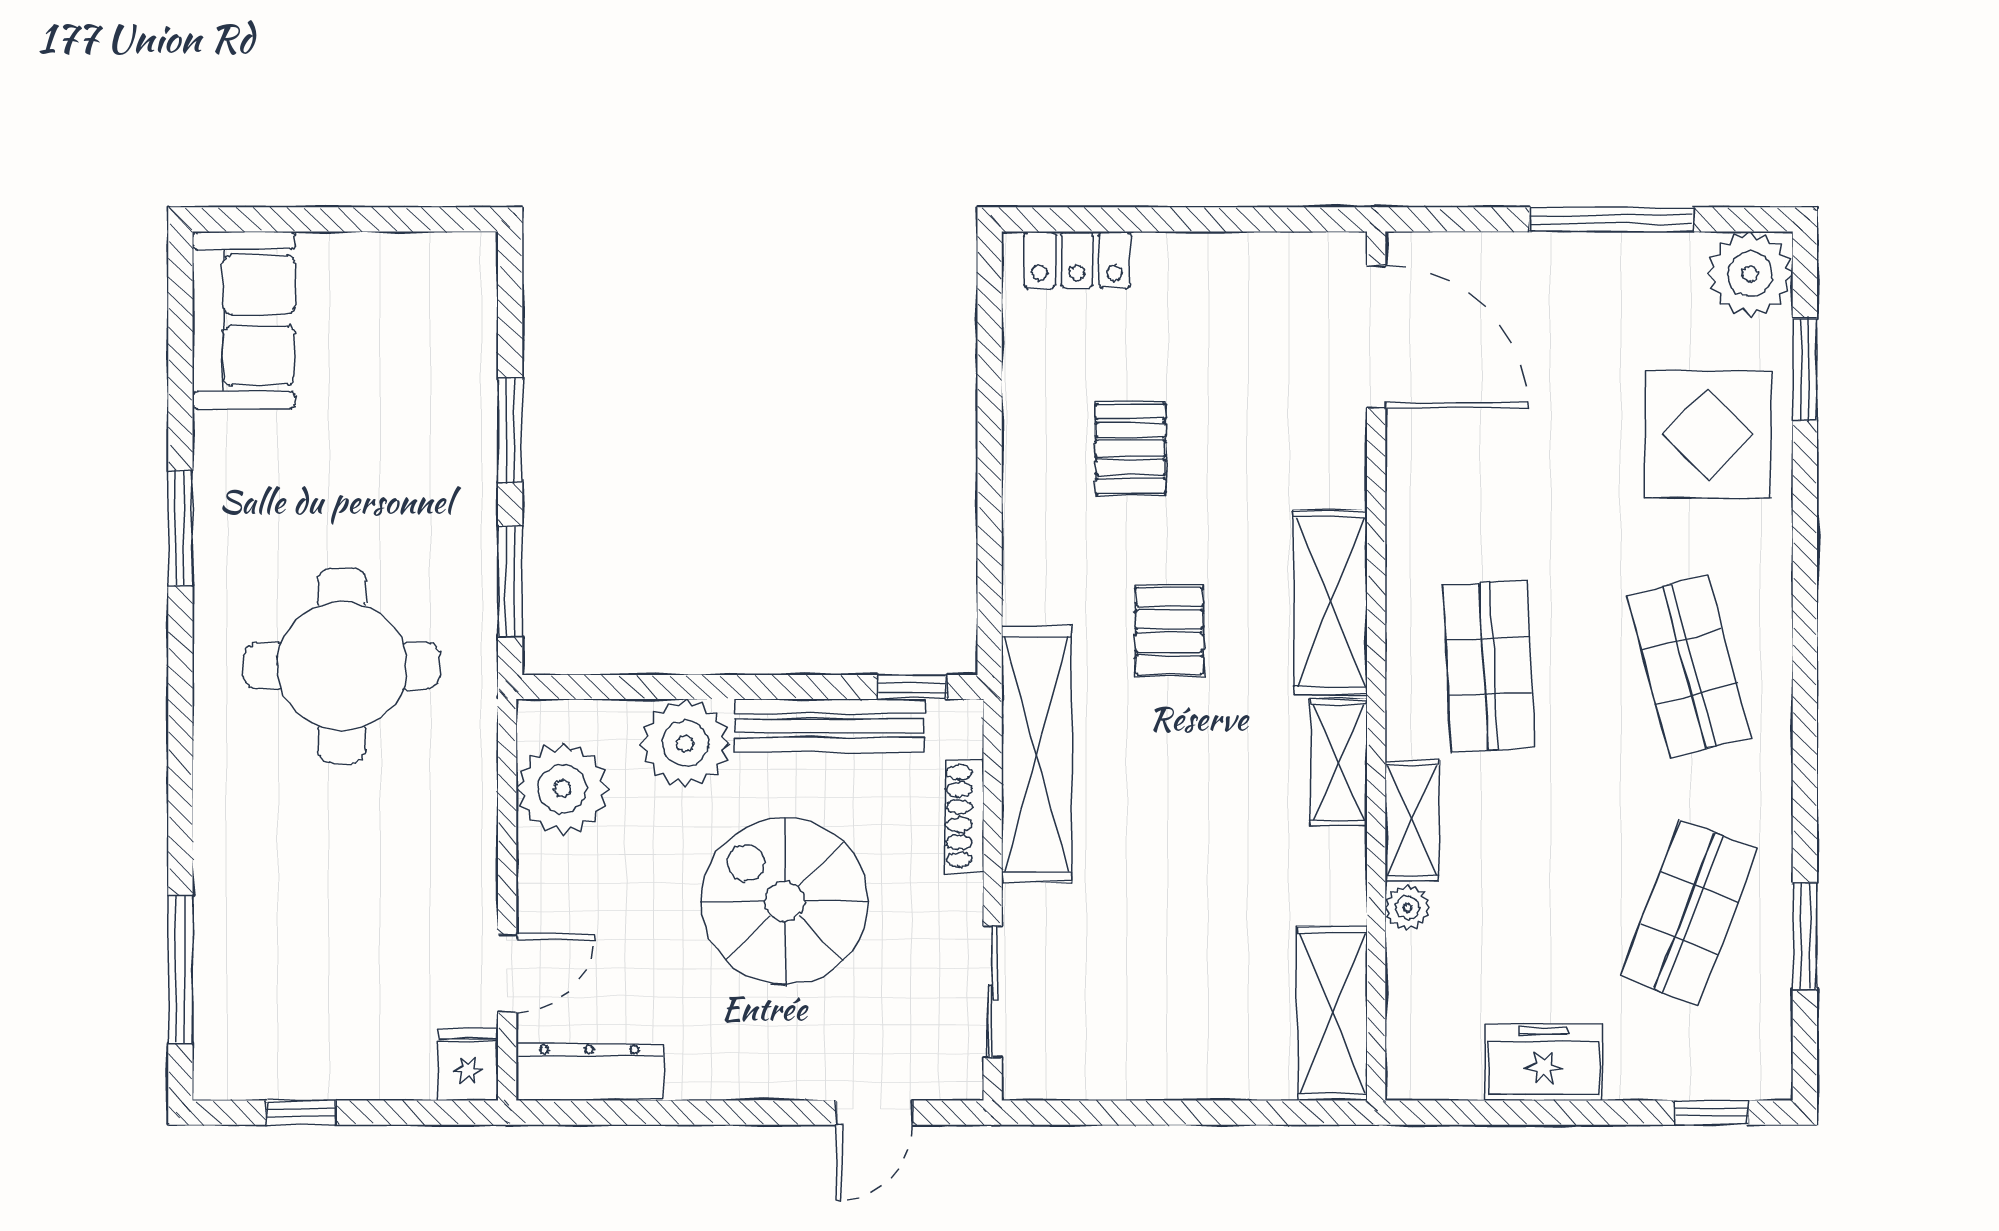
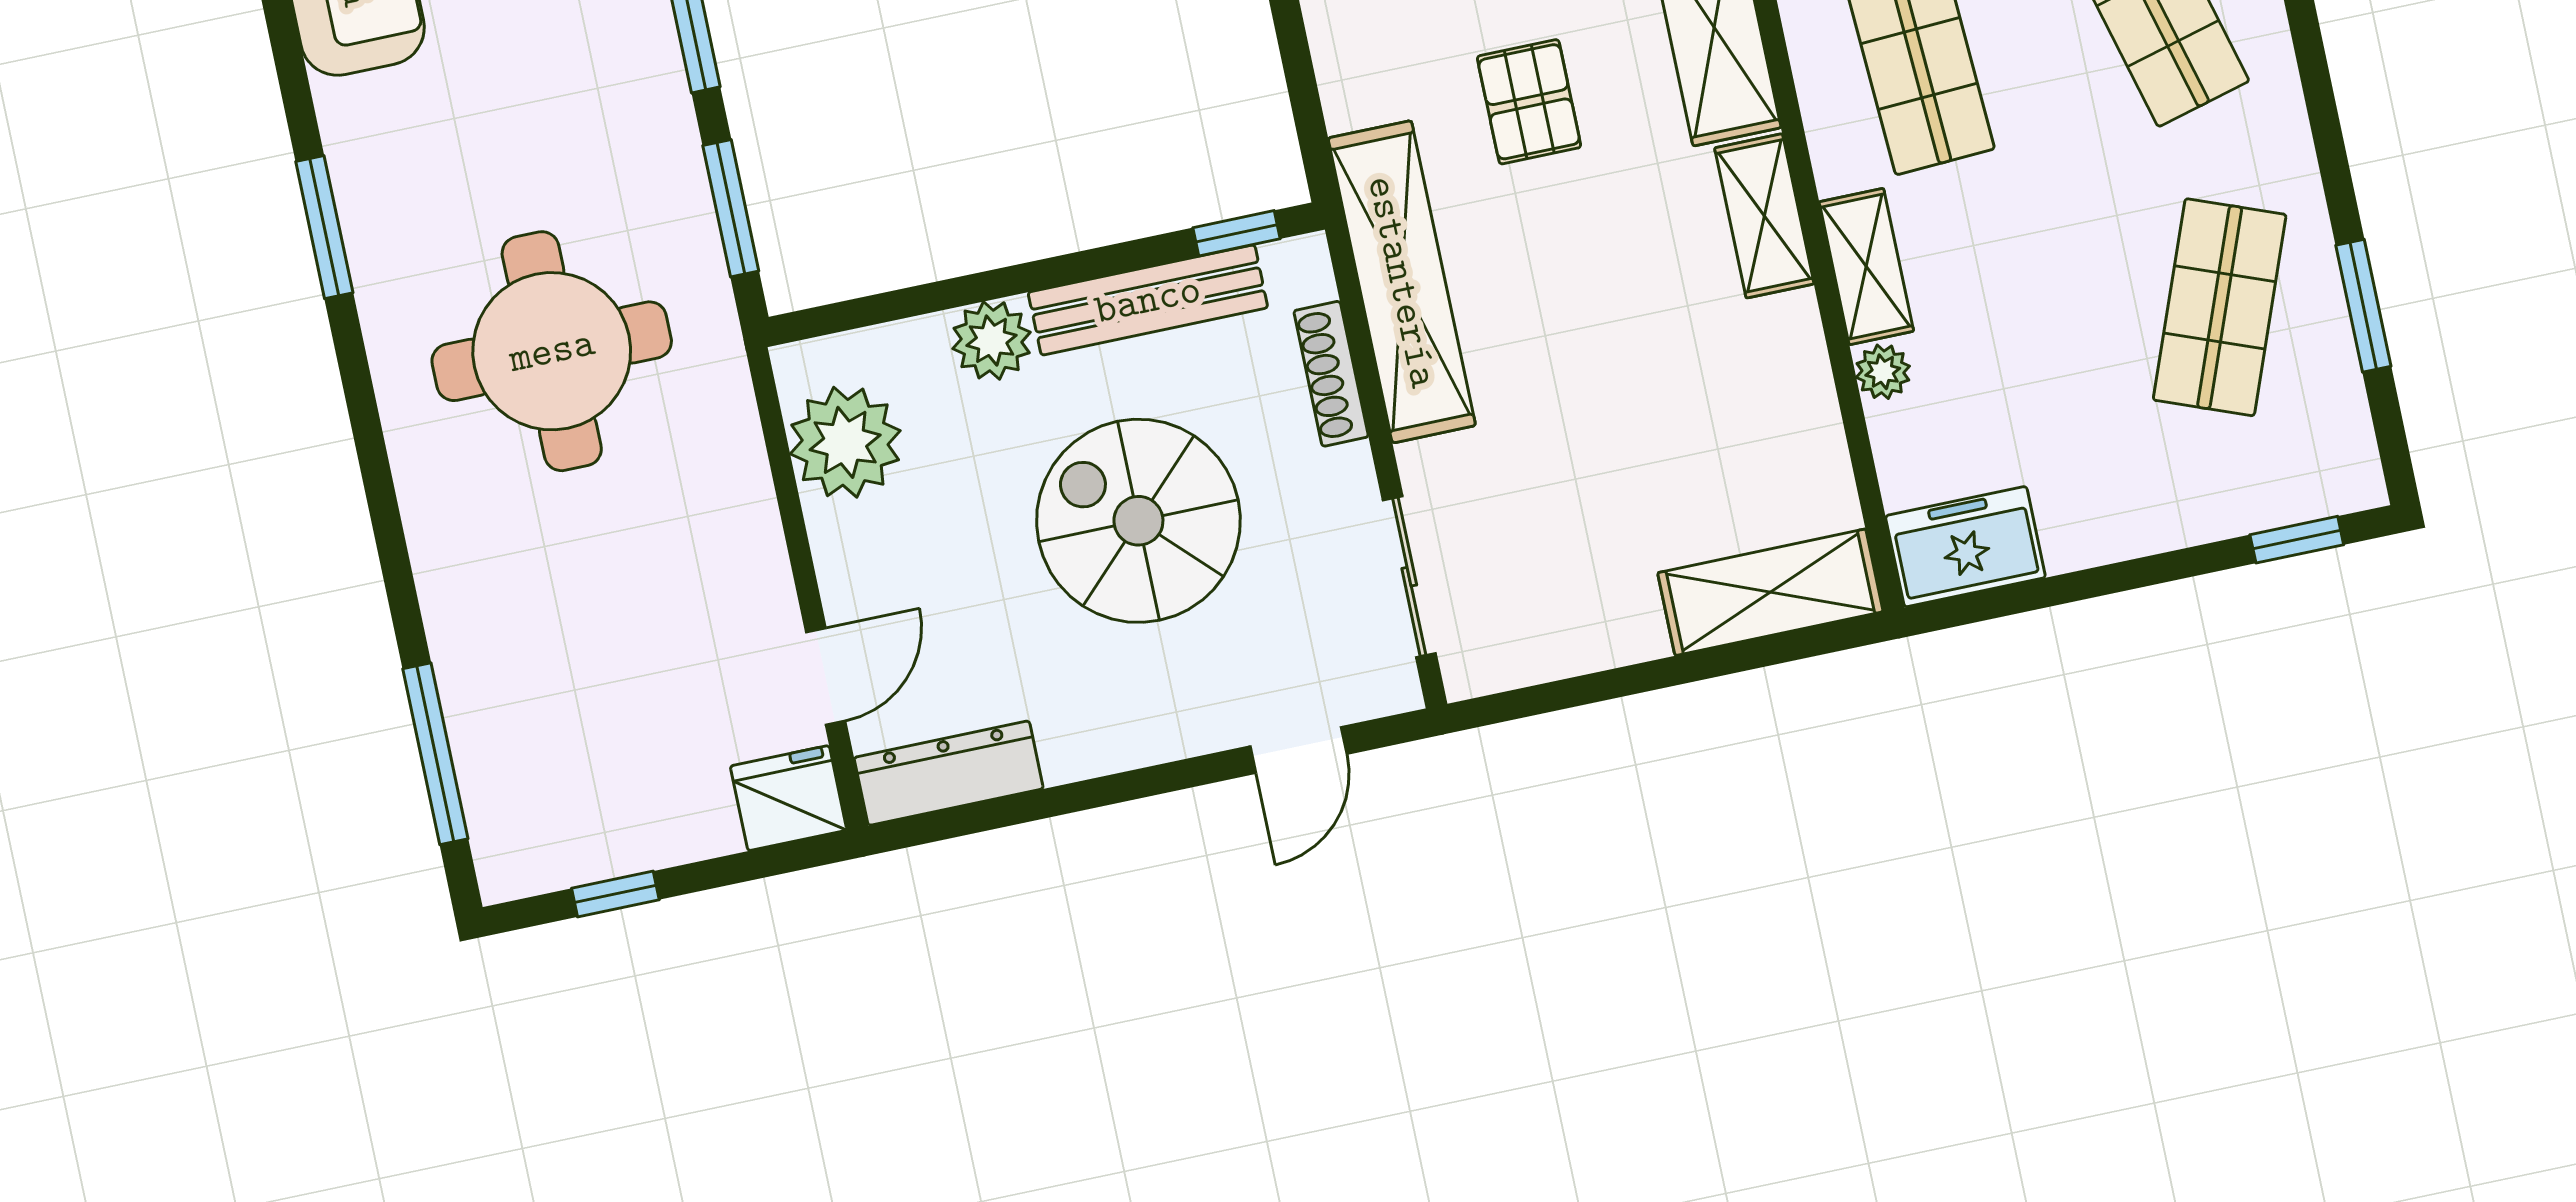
plant: (685, 743) -> (992, 340), width x0.73, depth x0.73
shelving: (1332, 1013) -> (1770, 592), moved, turned 90
freezer: (1544, 1062) -> (1965, 547), moved
fridge: (468, 1065) -> (789, 798), width x1.38

